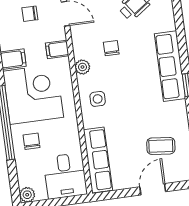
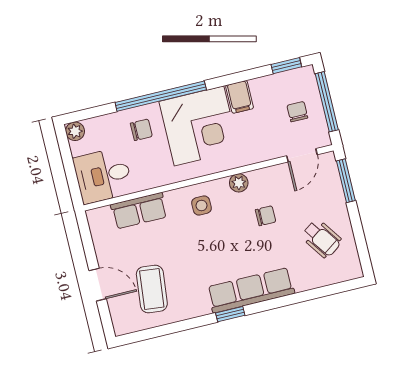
filing cabinet: (57, 49) -> (257, 150), removed
coffee table: (161, 146) -> (152, 289), width x1.36, depth x1.30
row of seats: (98, 160) -> (139, 211), width x0.68

